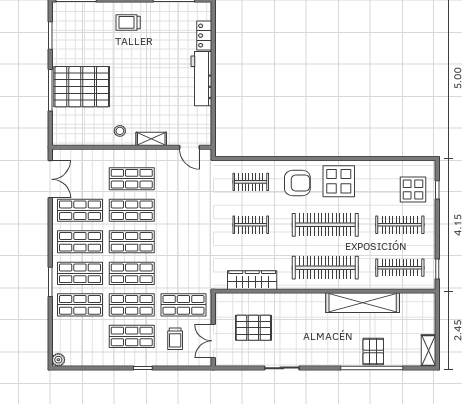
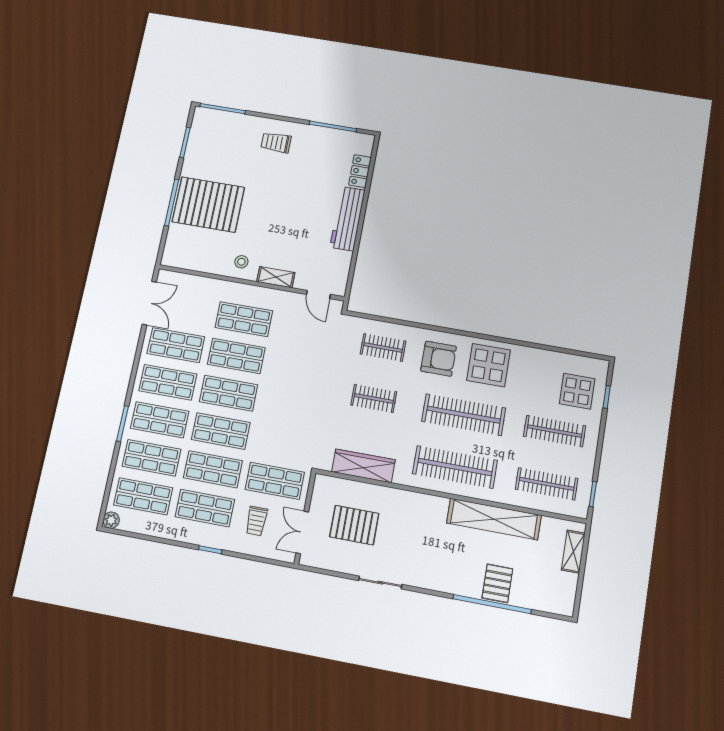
shop shelf: (80, 336) -> (143, 496), added
shelving: (428, 351) -> (573, 552), moved

